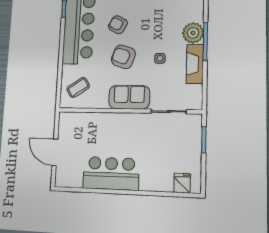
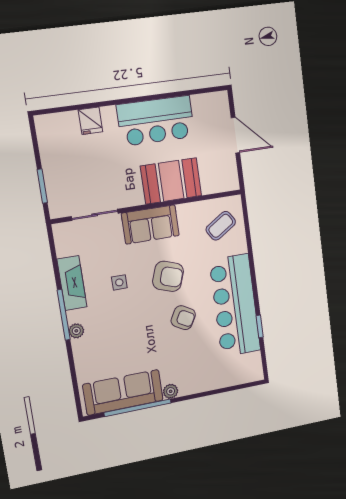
plant: (193, 33) -> (76, 331), width x0.53, depth x0.53
booth: (108, 127) -> (171, 181), added
fridge: (182, 183) -> (90, 121), moved

